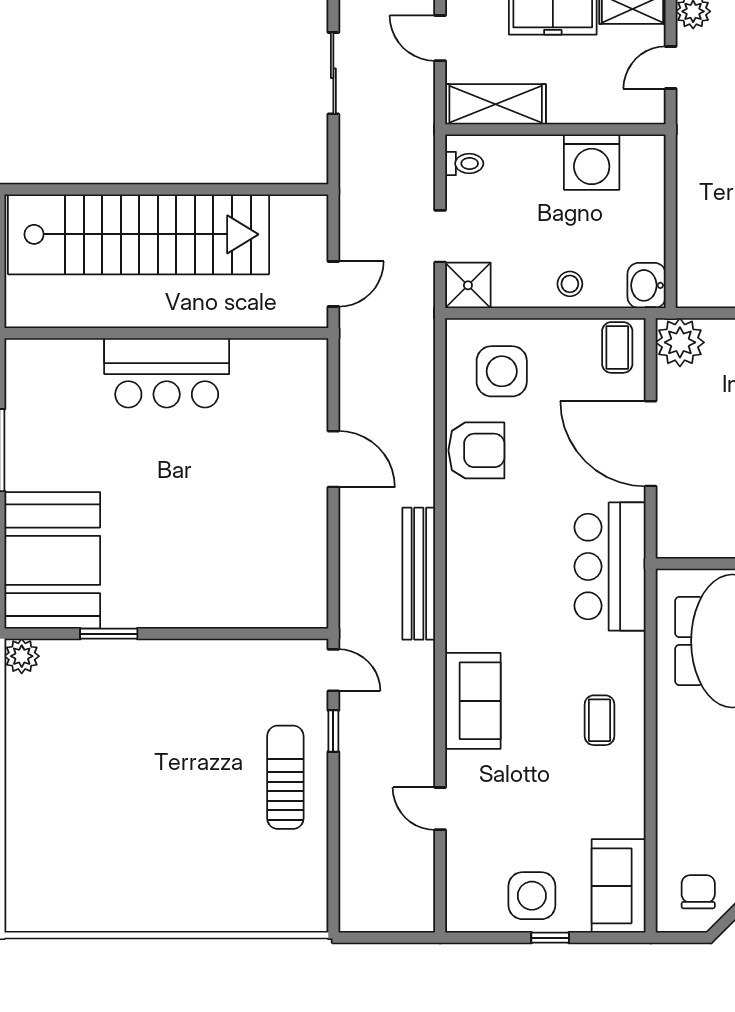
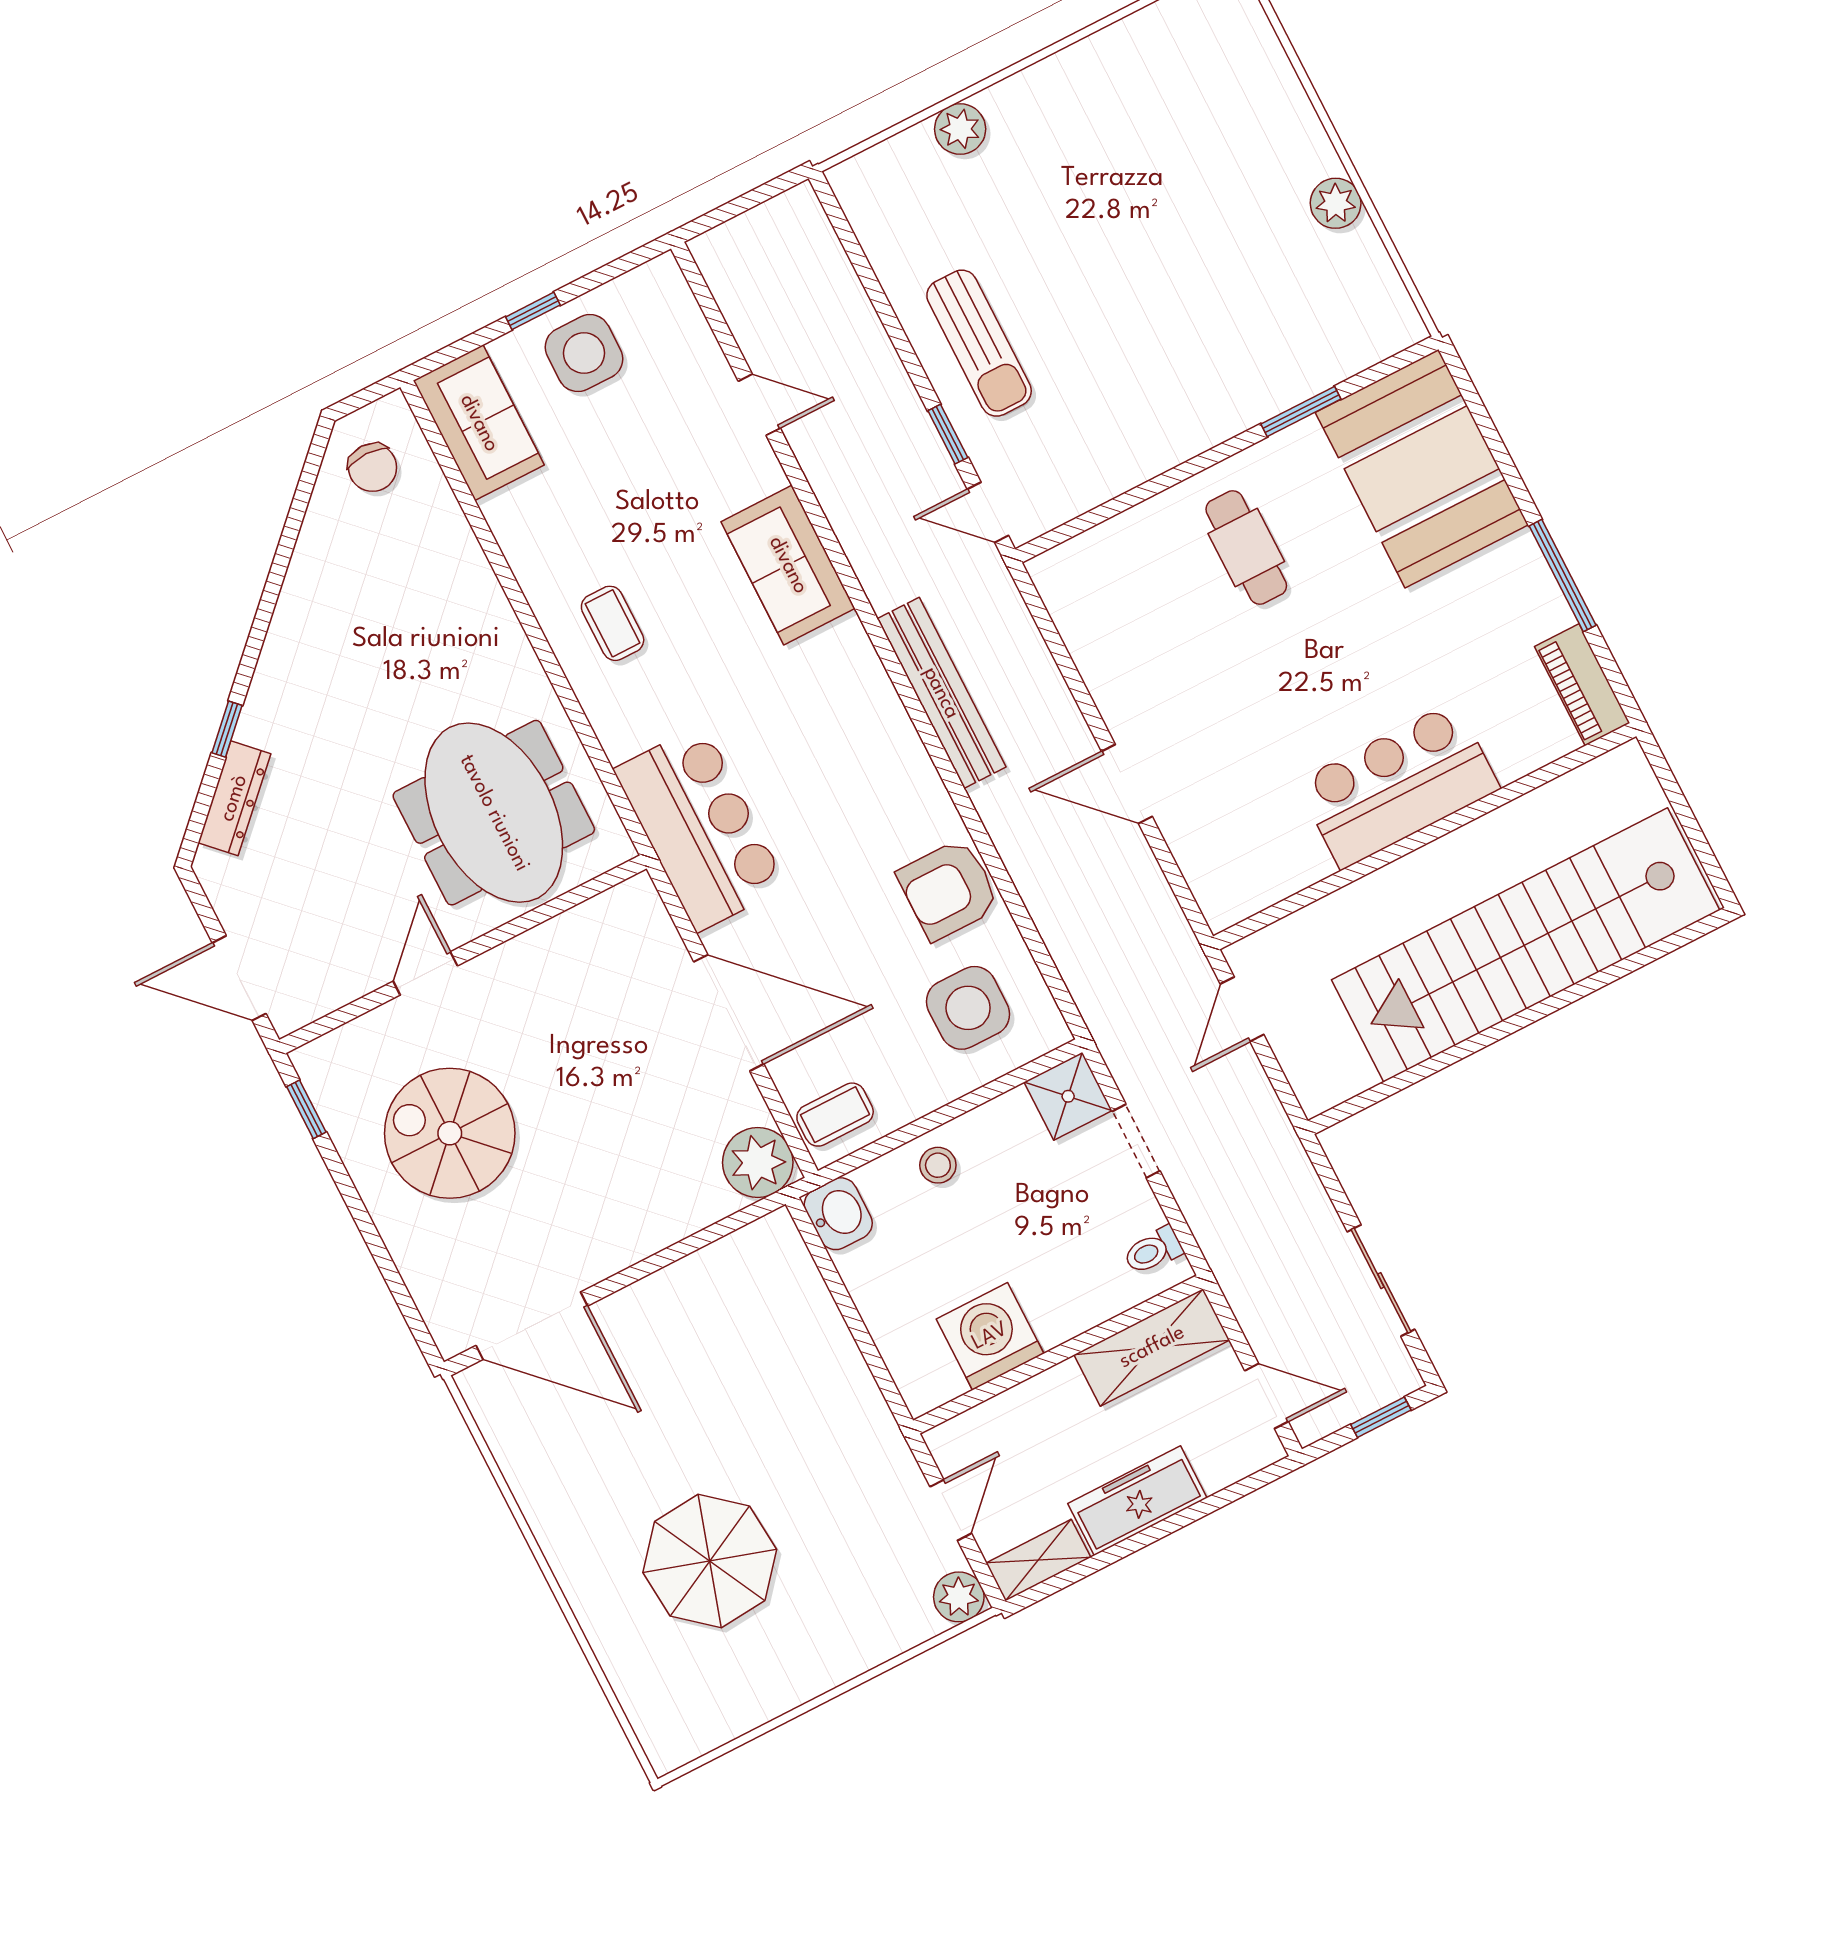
coffee table: (617, 347) -> (835, 1115), turned 90
piano: (22, 377) -> (1582, 685), added
cafe table: (185, 567) -> (1246, 547), added
plant: (22, 656) -> (1336, 203), moved
plant: (230, 915) -> (960, 129), added

